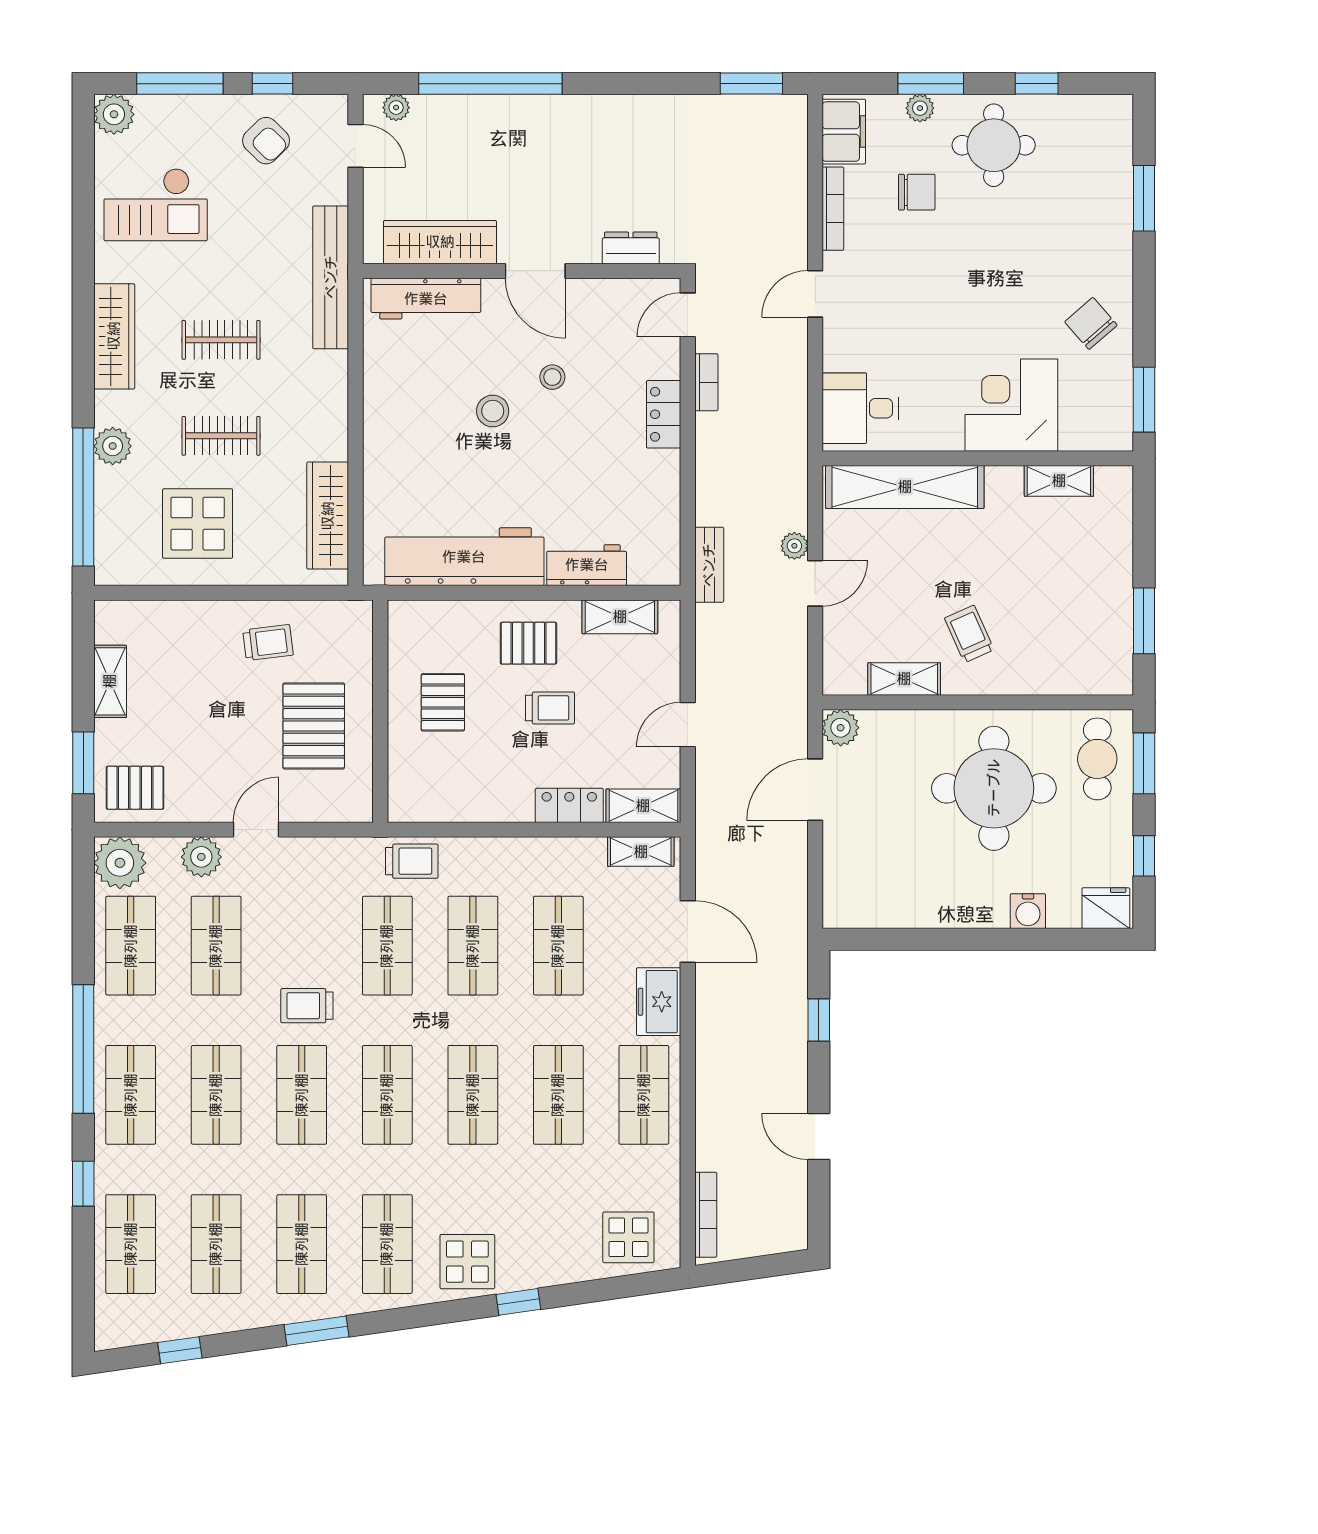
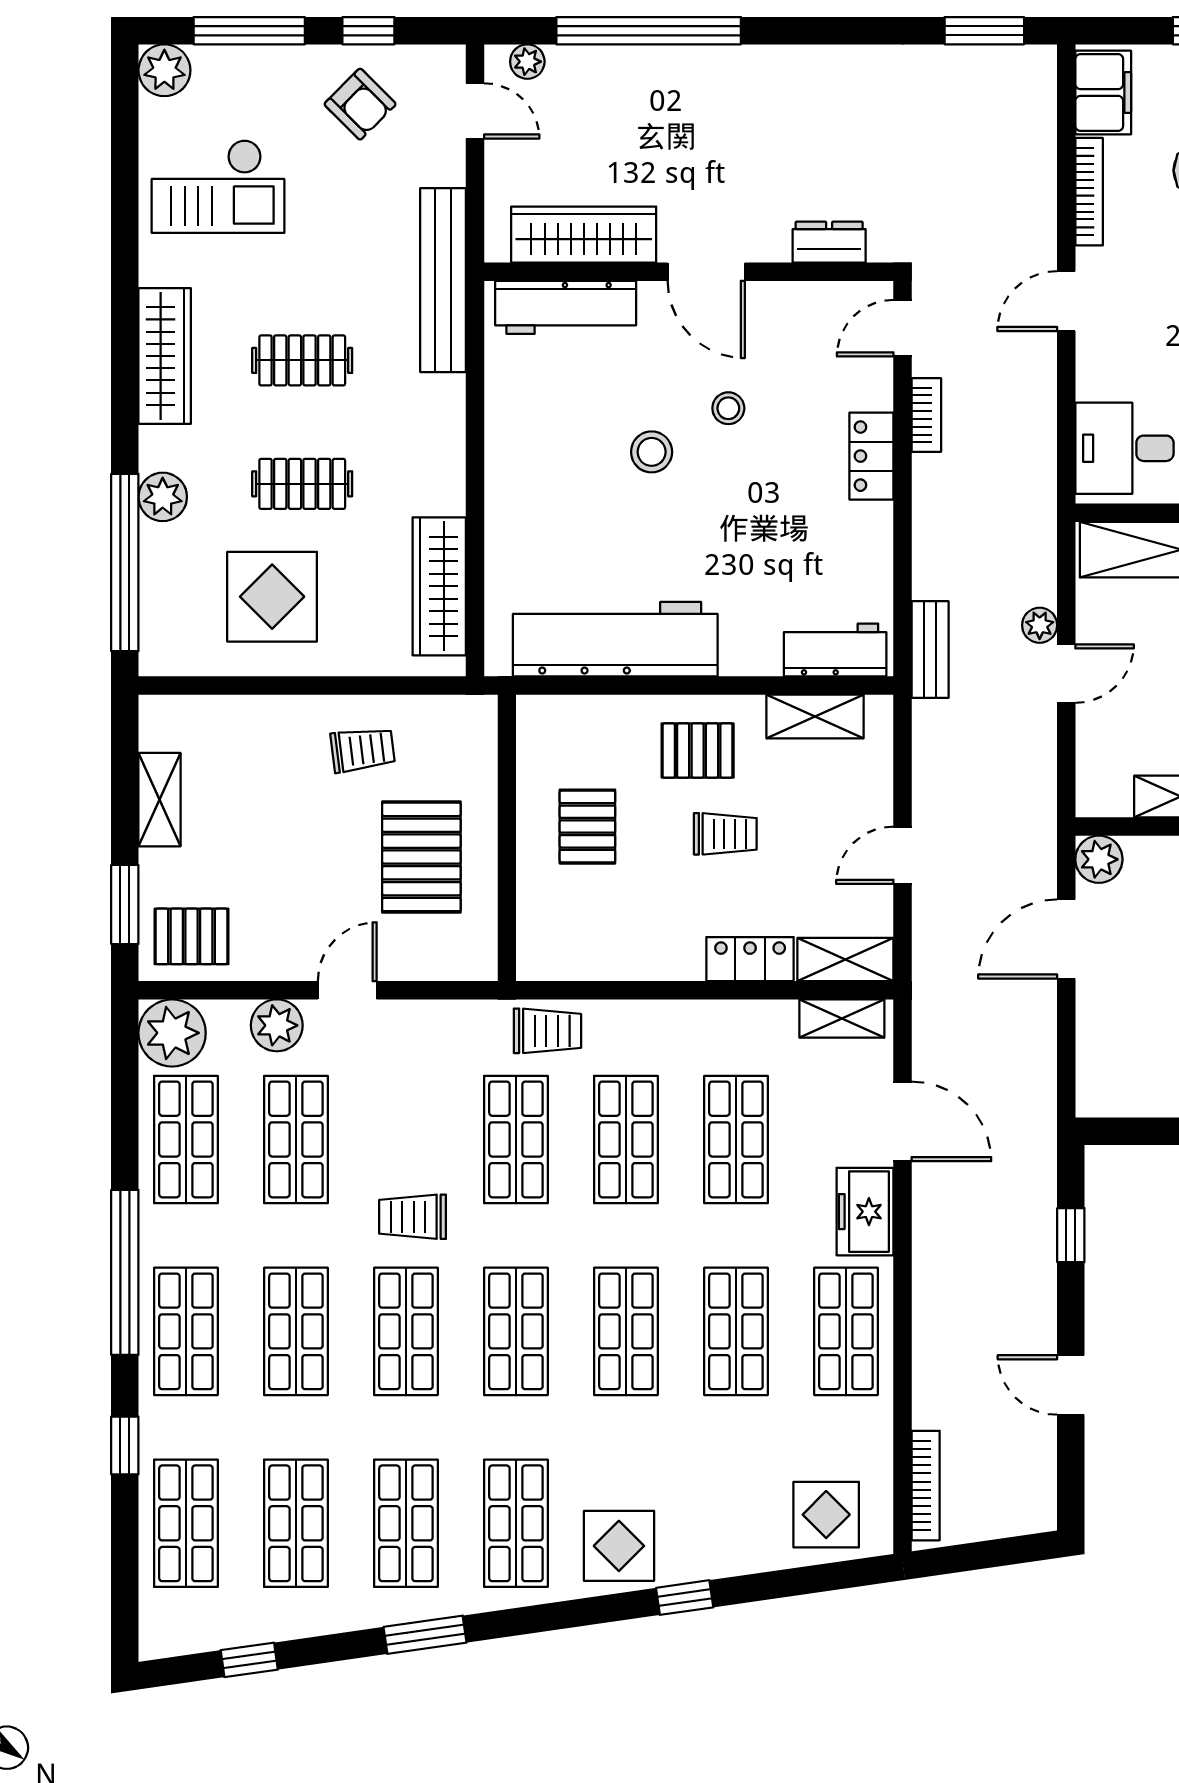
workbench: (587, 565) -> (835, 650), moved

